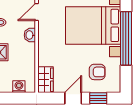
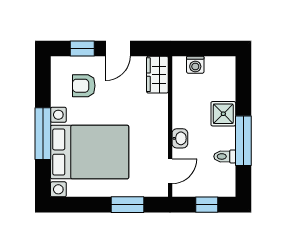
window: (126, 38) -> (43, 134), width x0.68

